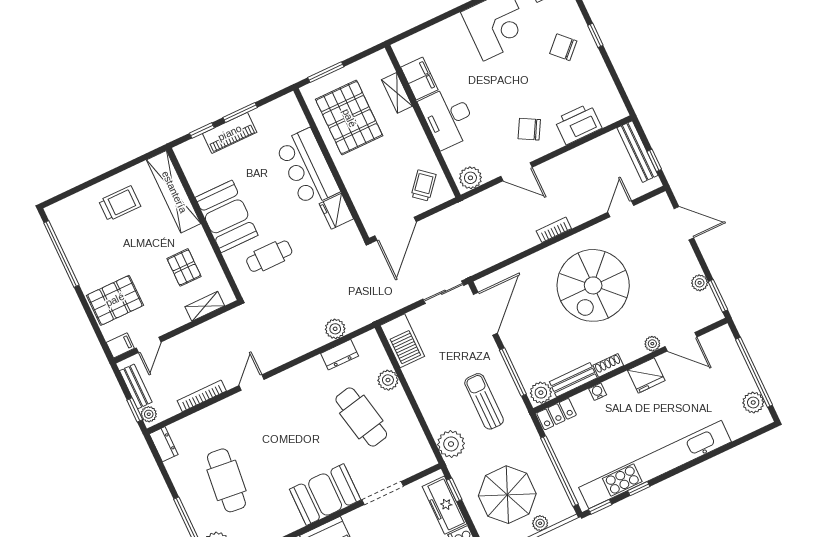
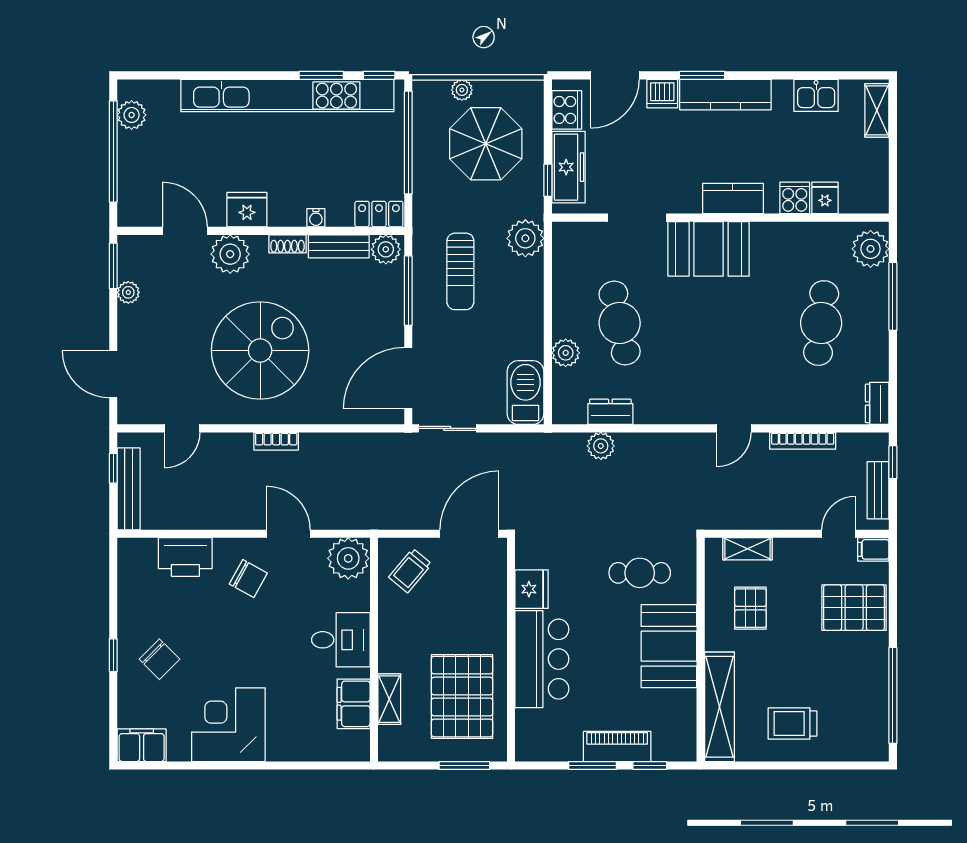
desk: (448, 117) -> (341, 640), width x0.73
plant: (470, 178) -> (348, 558), width x1.36, depth x1.36
plant: (652, 344) -> (230, 254), width x1.87, depth x1.87
plant: (149, 414) -> (878, 449), removed
window: (639, 489) -> (321, 75), width x1.50

